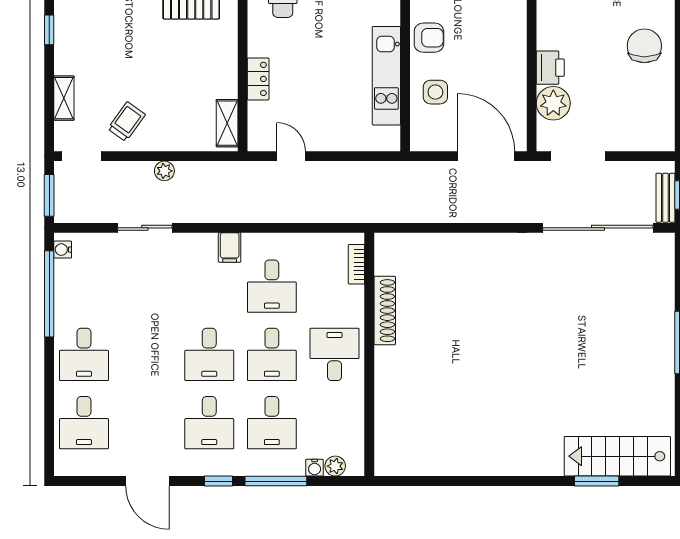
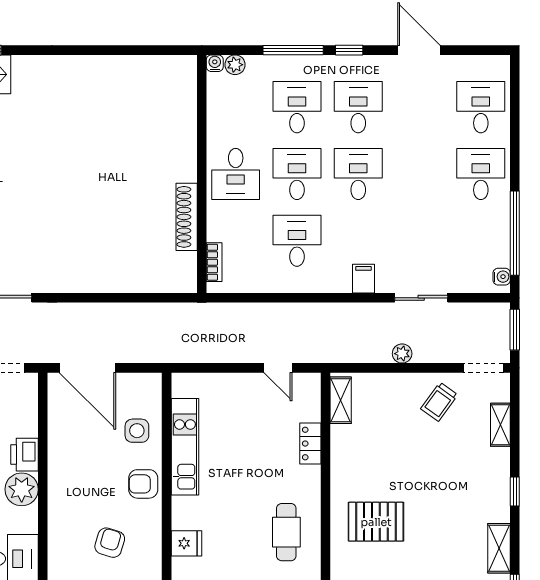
plant: (553, 103) -> (22, 489), moved
filing cabinet: (230, 247) -> (363, 279), moved
water cooler: (315, 468) -> (215, 63), moved

